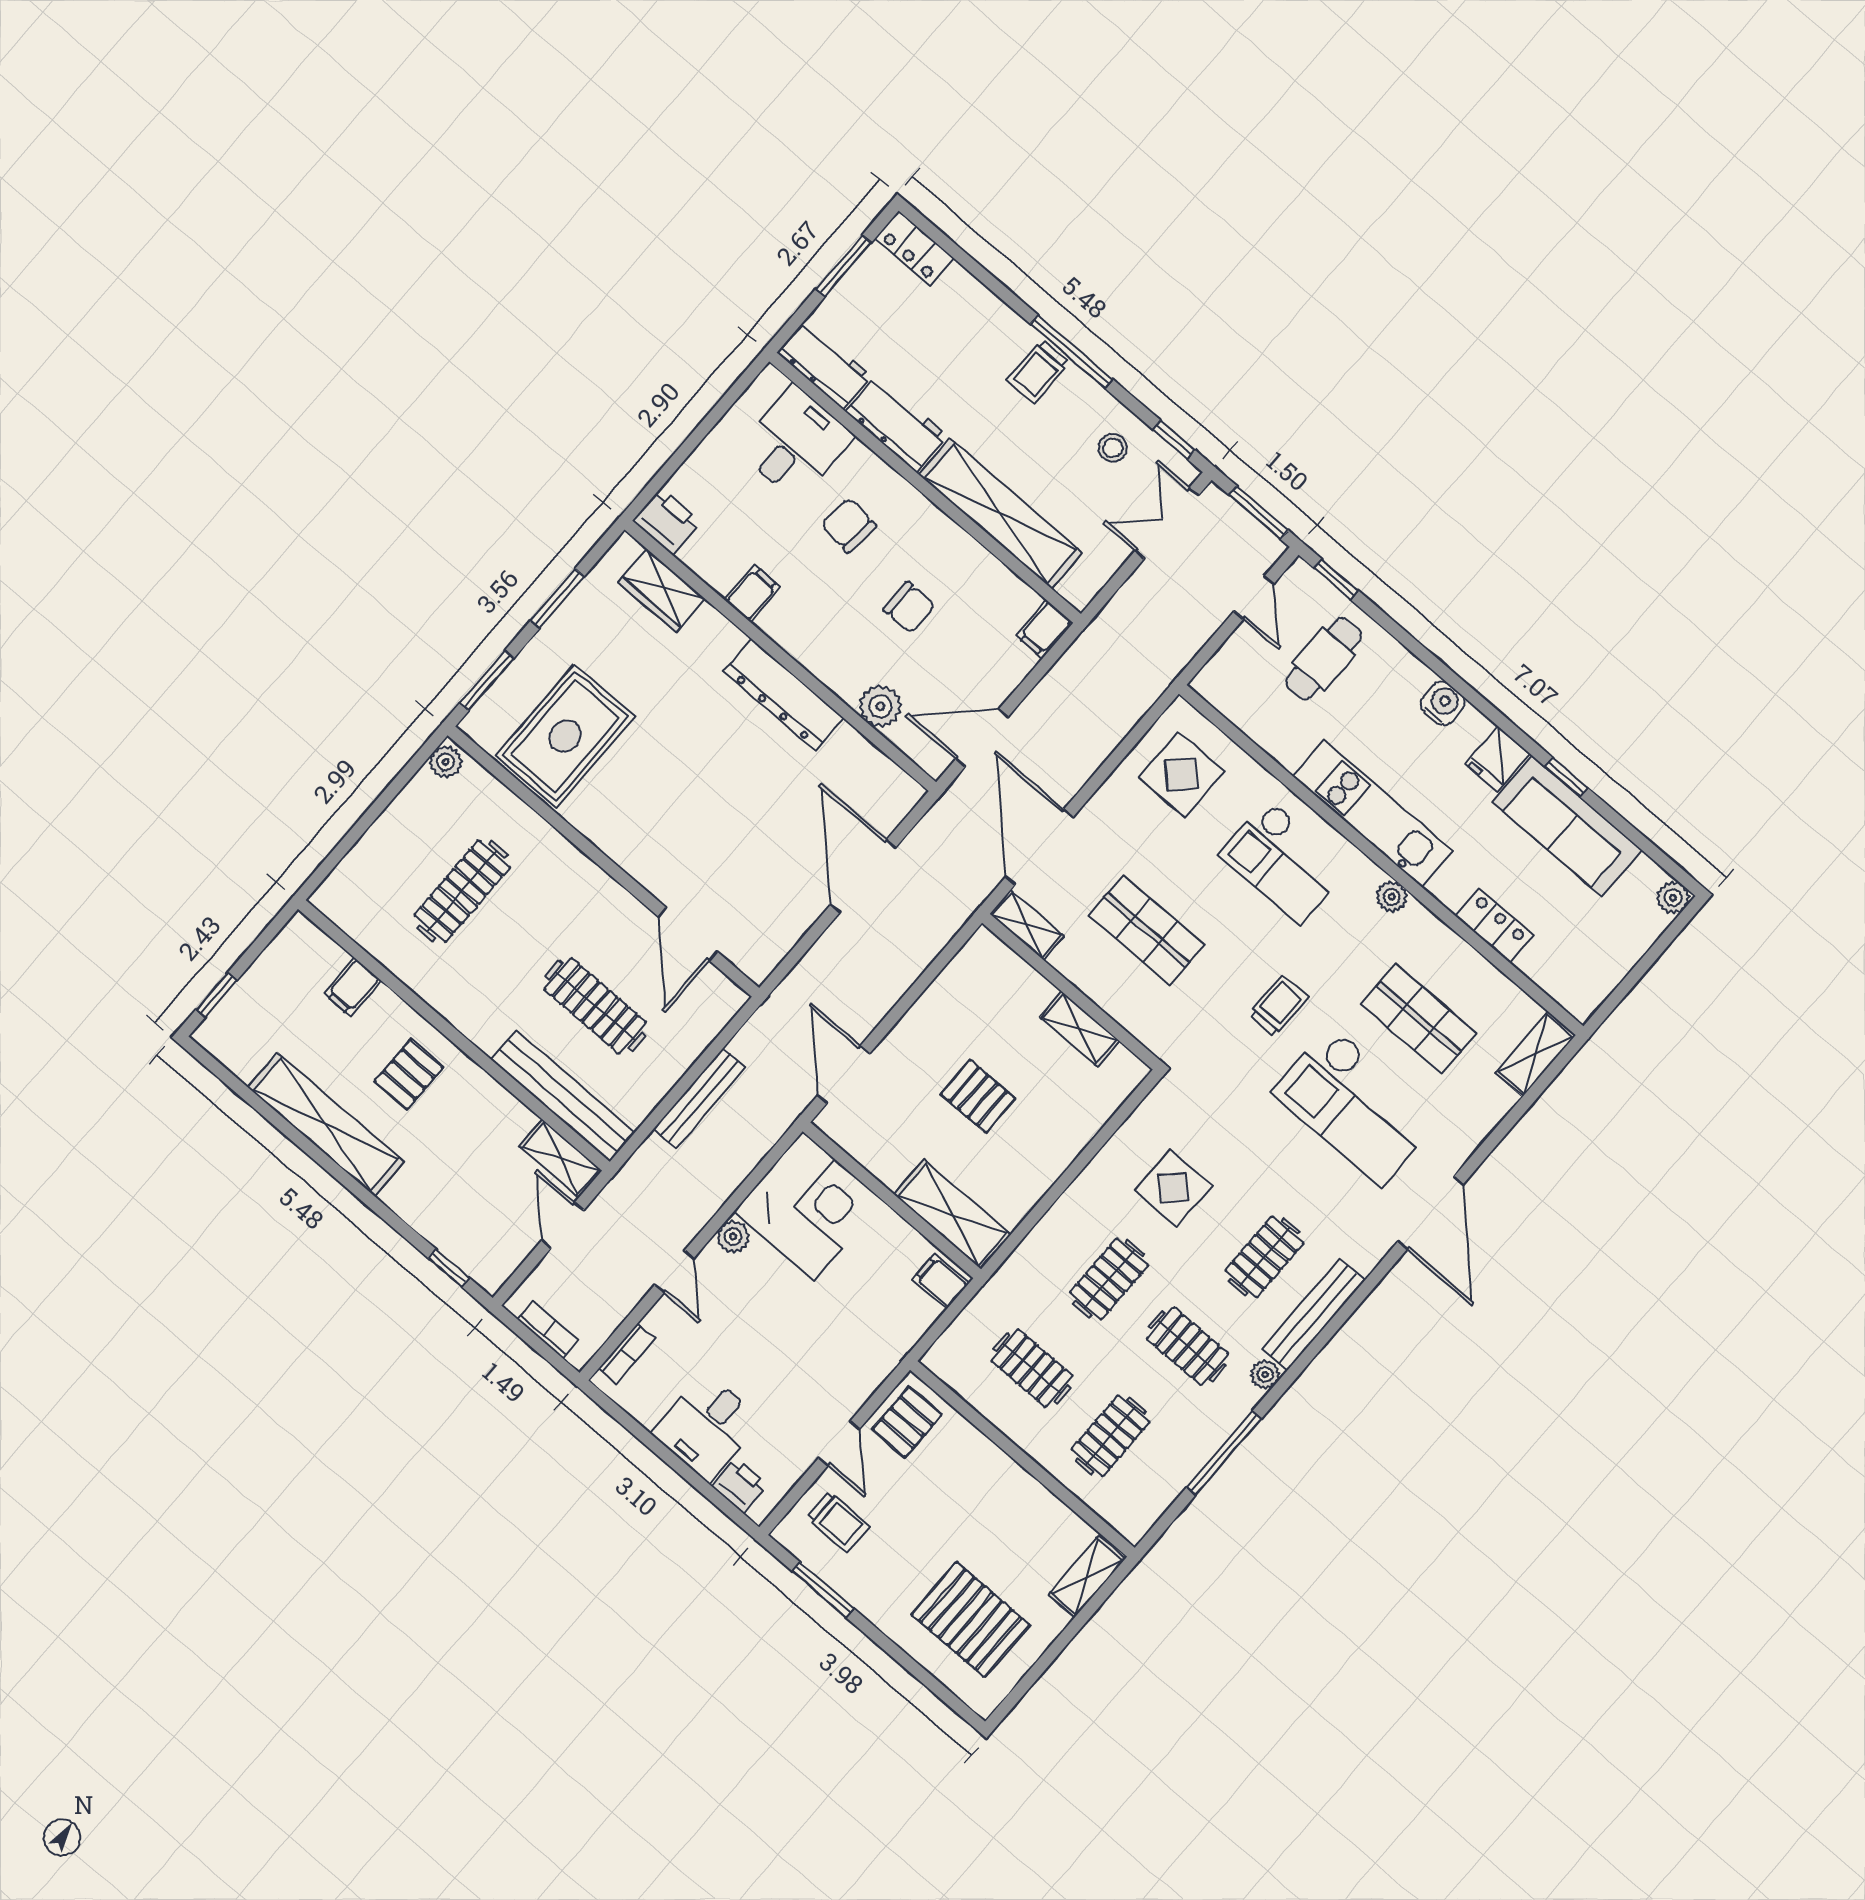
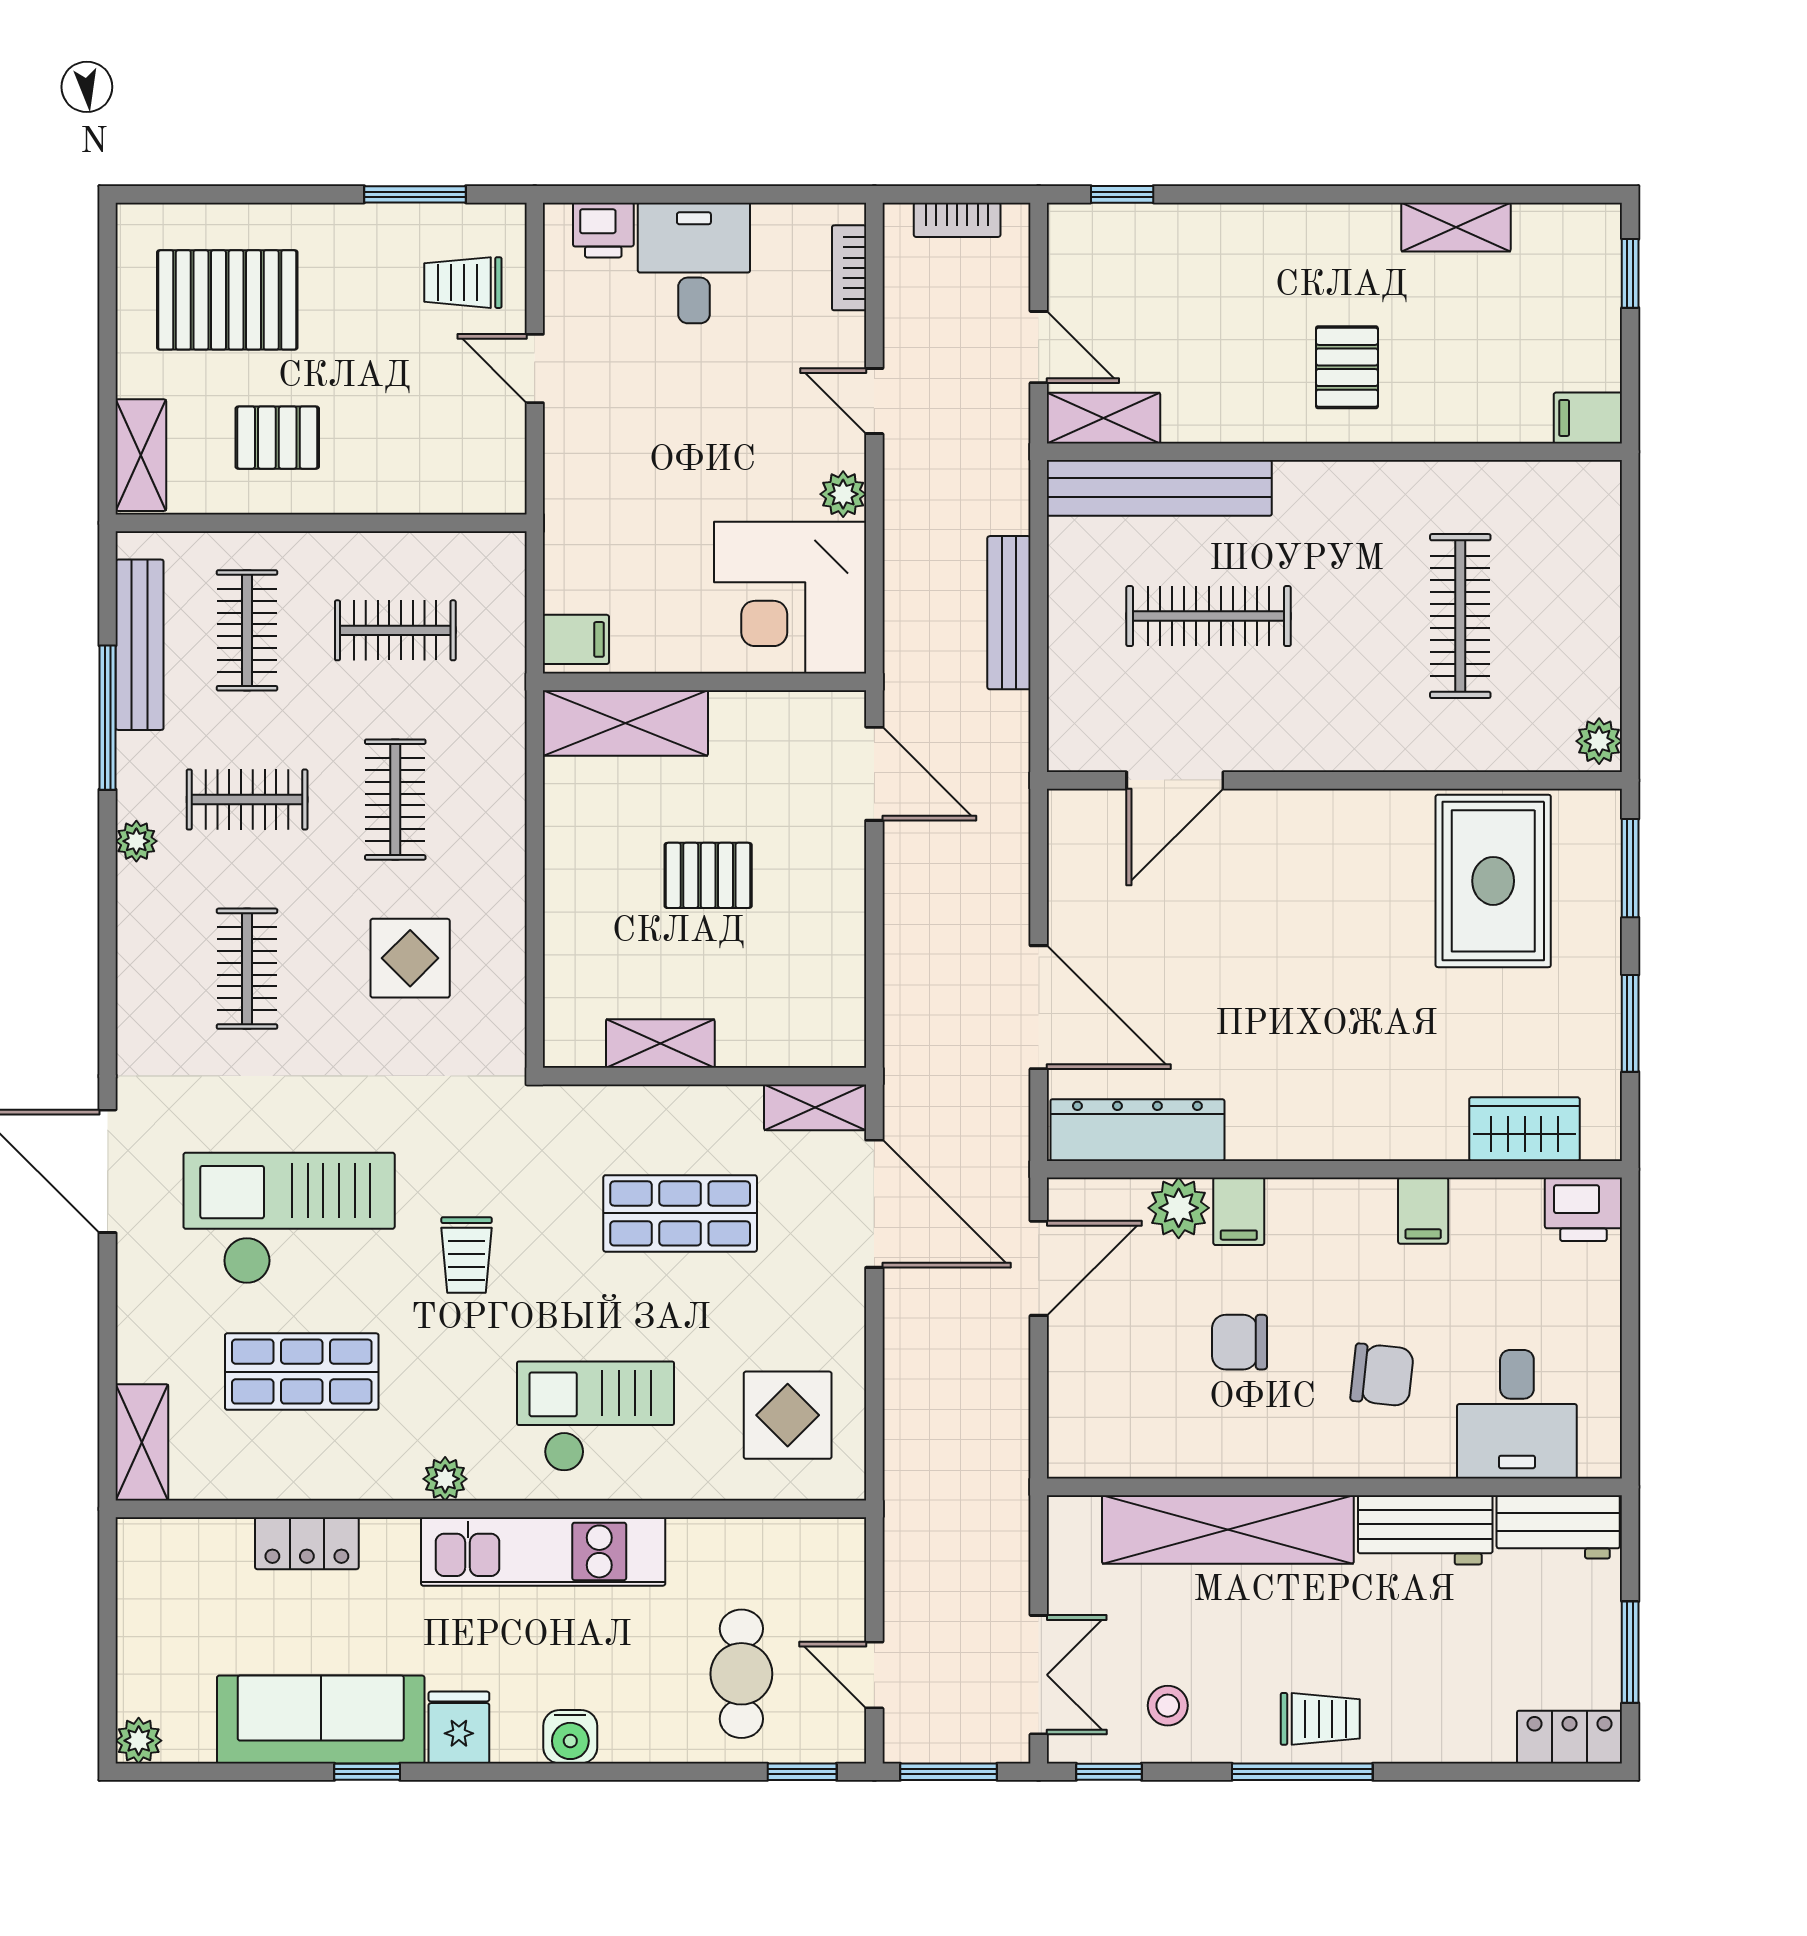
trolley: (1038, 372) -> (1320, 1719), turned 90
filing cabinet: (1045, 629) -> (1239, 1211), moved, turned 180
dresser: (784, 695) -> (1137, 1130), moved
door: (688, 934) -> (1175, 780), swing flipped
filing cabinet: (353, 987) -> (1588, 418), moved, turned -90
shelving: (326, 1124) -> (1456, 227), width x0.45, depth x0.75
bench: (1313, 1315) -> (140, 645), moved
pallet: (907, 1422) -> (277, 438), moved, turned 90

